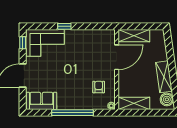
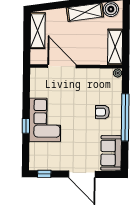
shelving: (134, 36) -> (38, 31), moved
corner sofa: (45, 43) -> (45, 120), moved
armchair: (99, 87) -> (102, 112), moved

